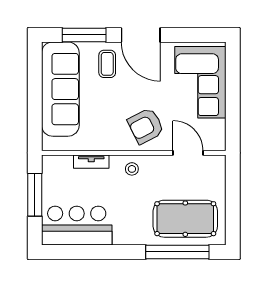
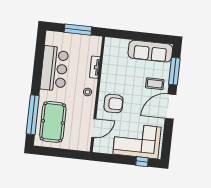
window: (233, 71) -> (142, 162), added
sofa: (60, 89) -> (150, 51), width x0.74, depth x0.79
armchair: (146, 126) -> (113, 104), turned 117
bar counter: (77, 226) -> (54, 68), moved

